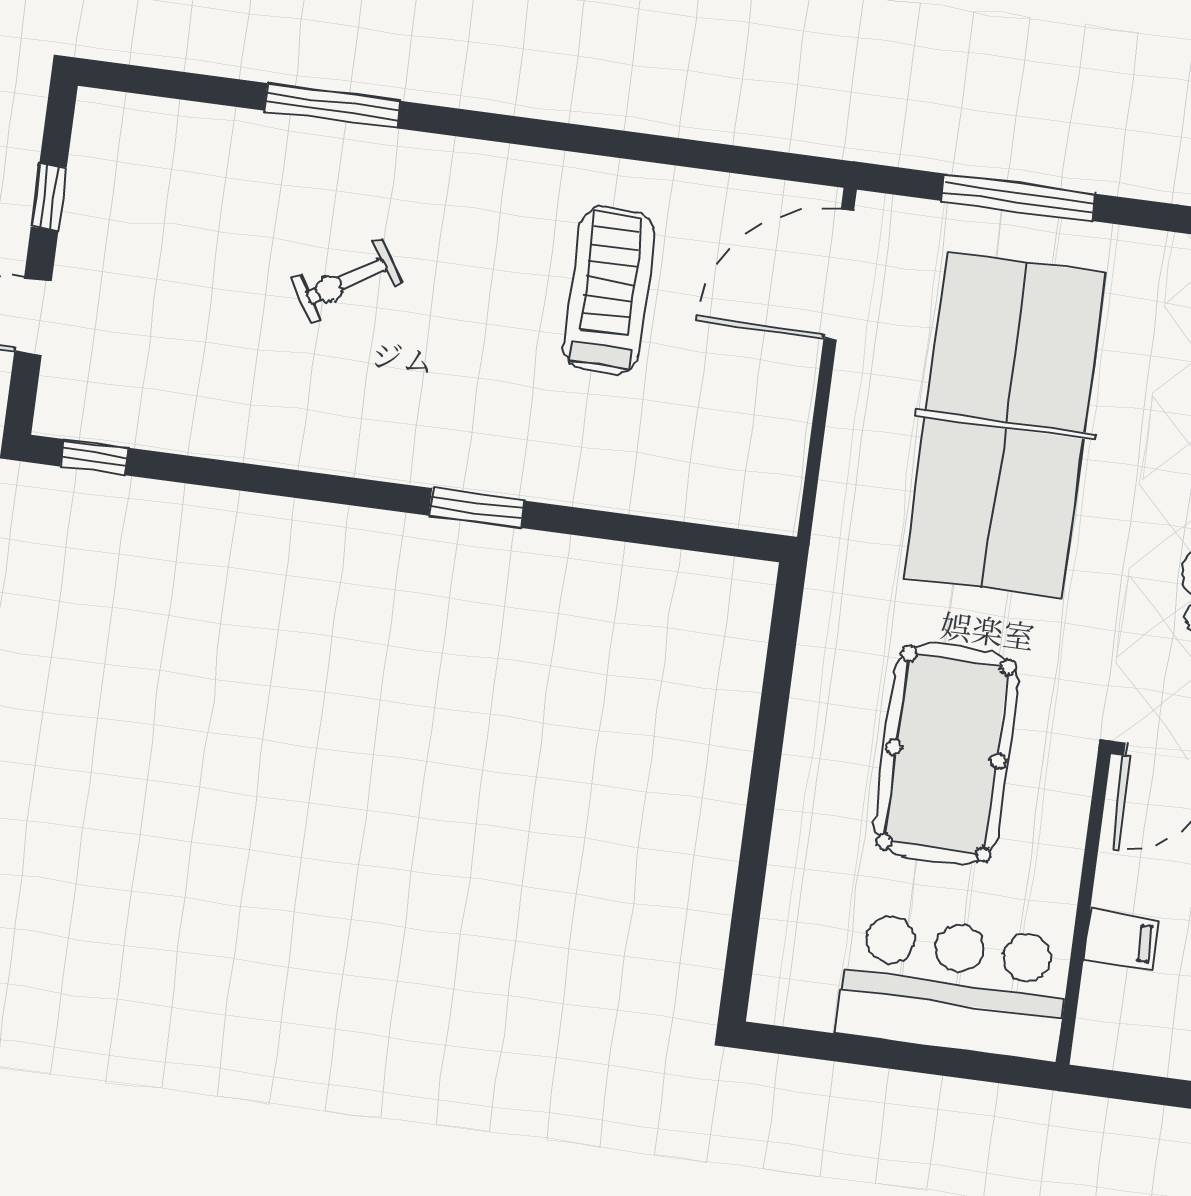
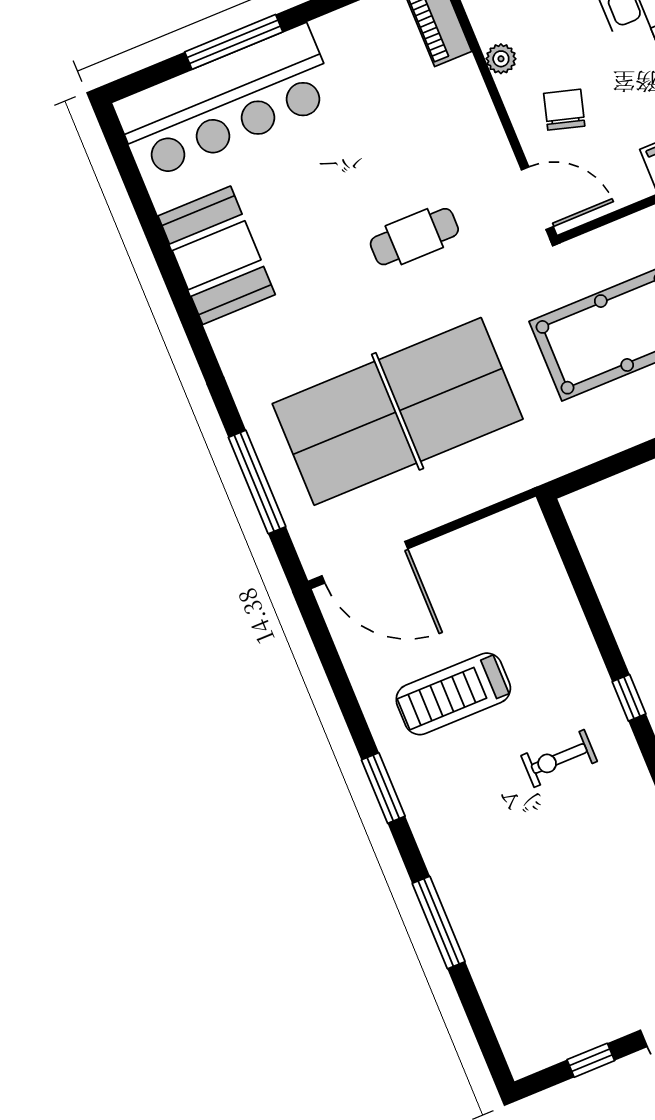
window: (542, 134) -> (383, 788), added
exercise bike: (346, 281) -> (559, 758), moved, turned 122
window: (477, 508) -> (629, 698), width x0.67

